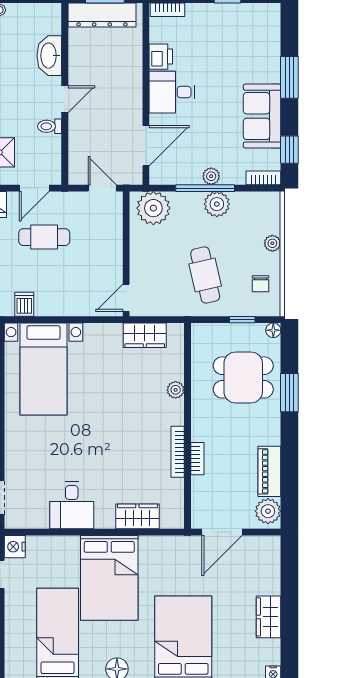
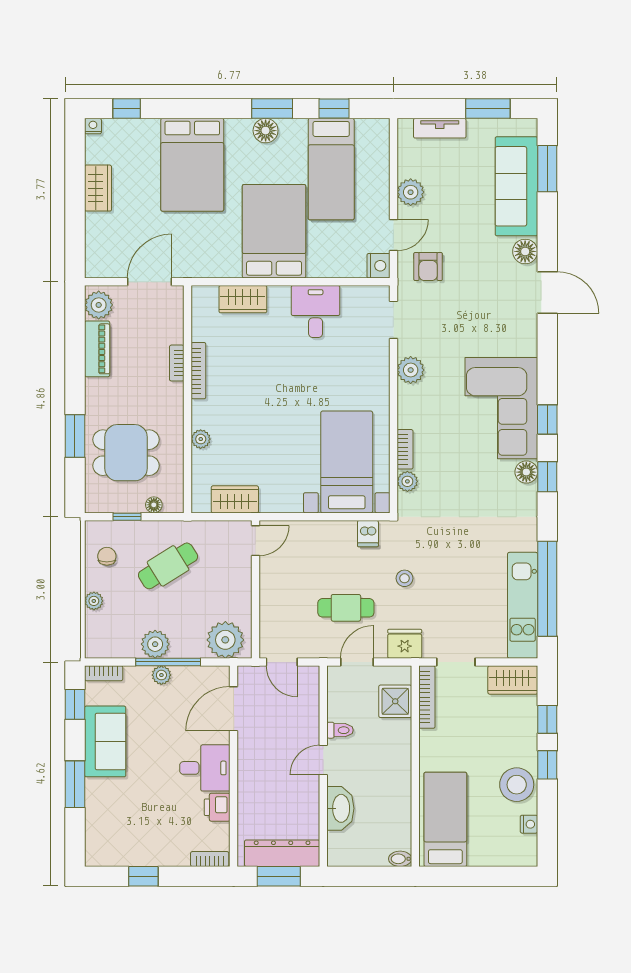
cafe table: (205, 275) -> (168, 566), turned 71
floor lamp: (273, 330) -> (154, 505), moved

